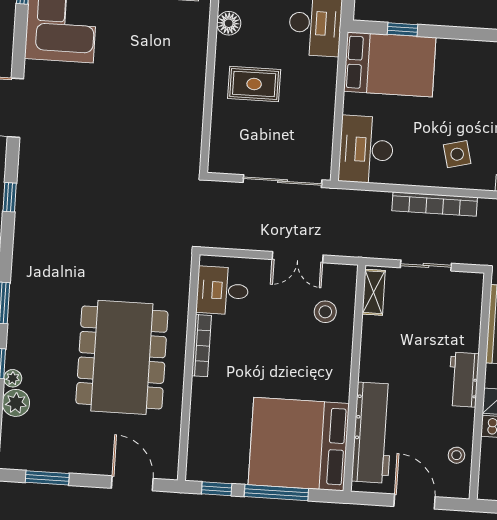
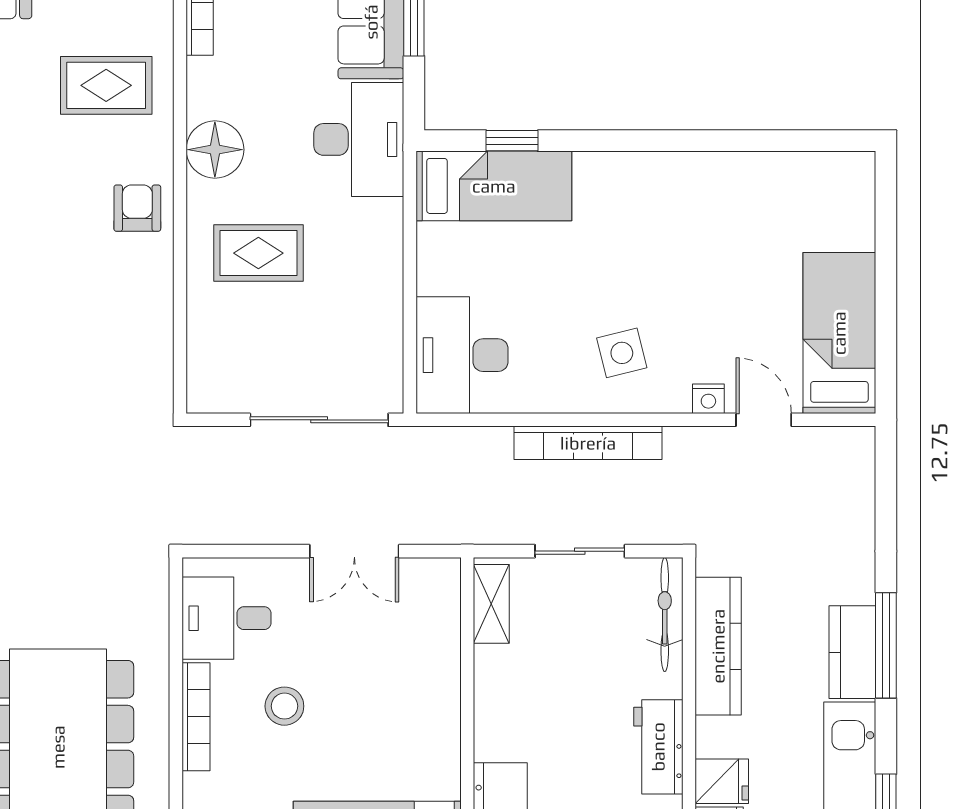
floor lamp: (229, 23) -> (215, 150), width x1.38, depth x1.38
armchair: (187, 54) -> (137, 208), added
bed: (390, 64) -> (494, 186), width x0.67
bicycle: (472, 305) -> (665, 614), added
stool: (325, 312) -> (284, 706), moved

